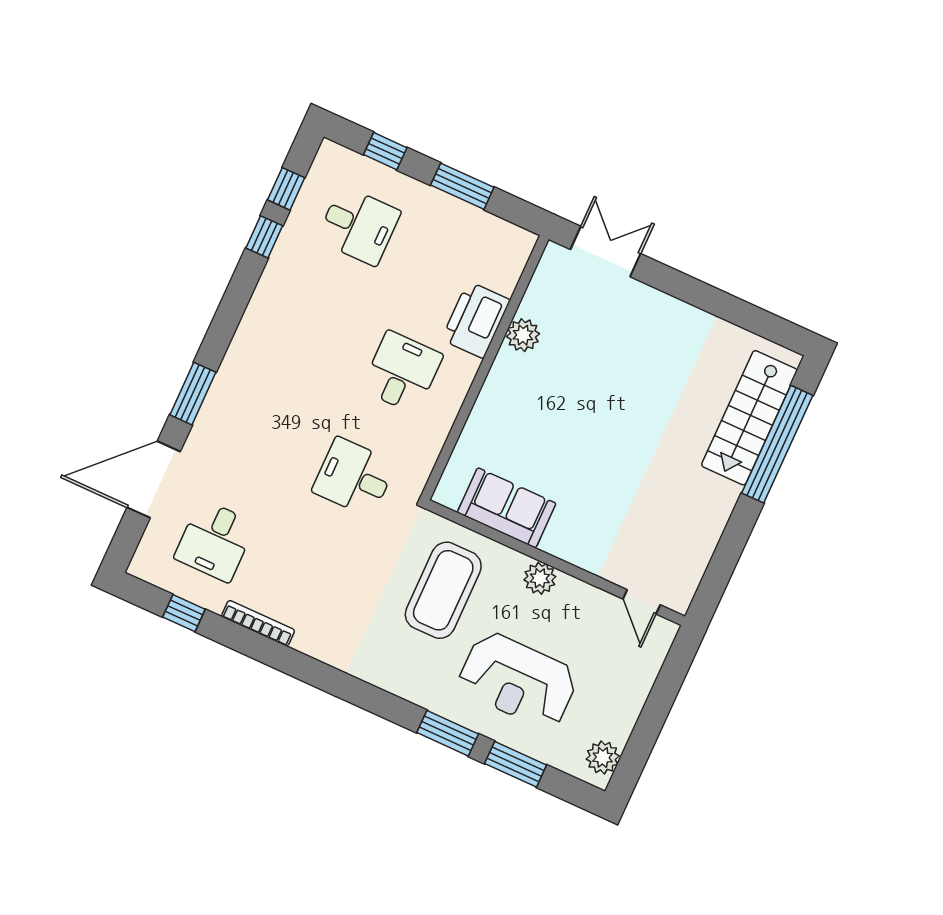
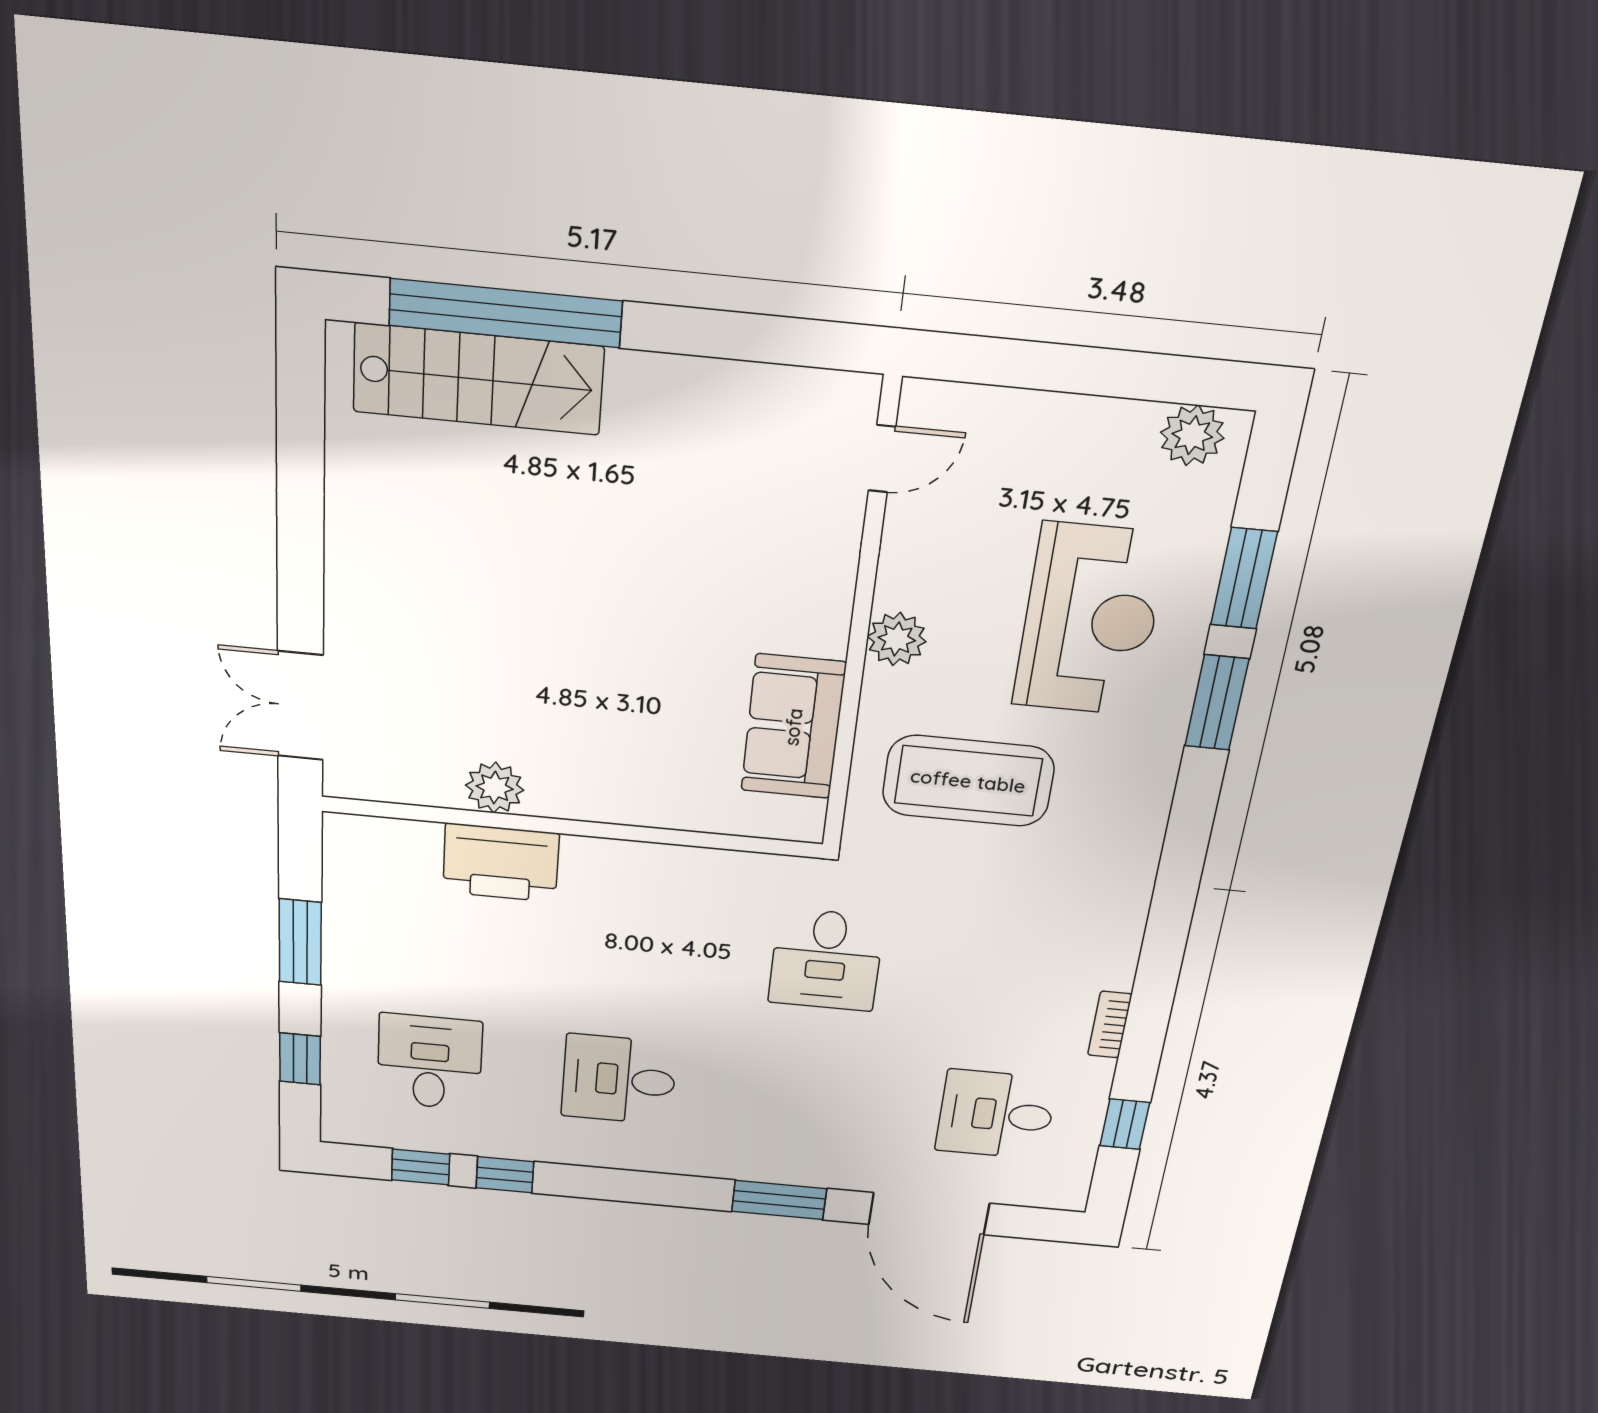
desk: (402, 372) -> (619, 1080), moved
desk: (215, 541) -> (996, 1115), turned 180
bookcase: (258, 623) -> (1110, 1025), width x0.64

